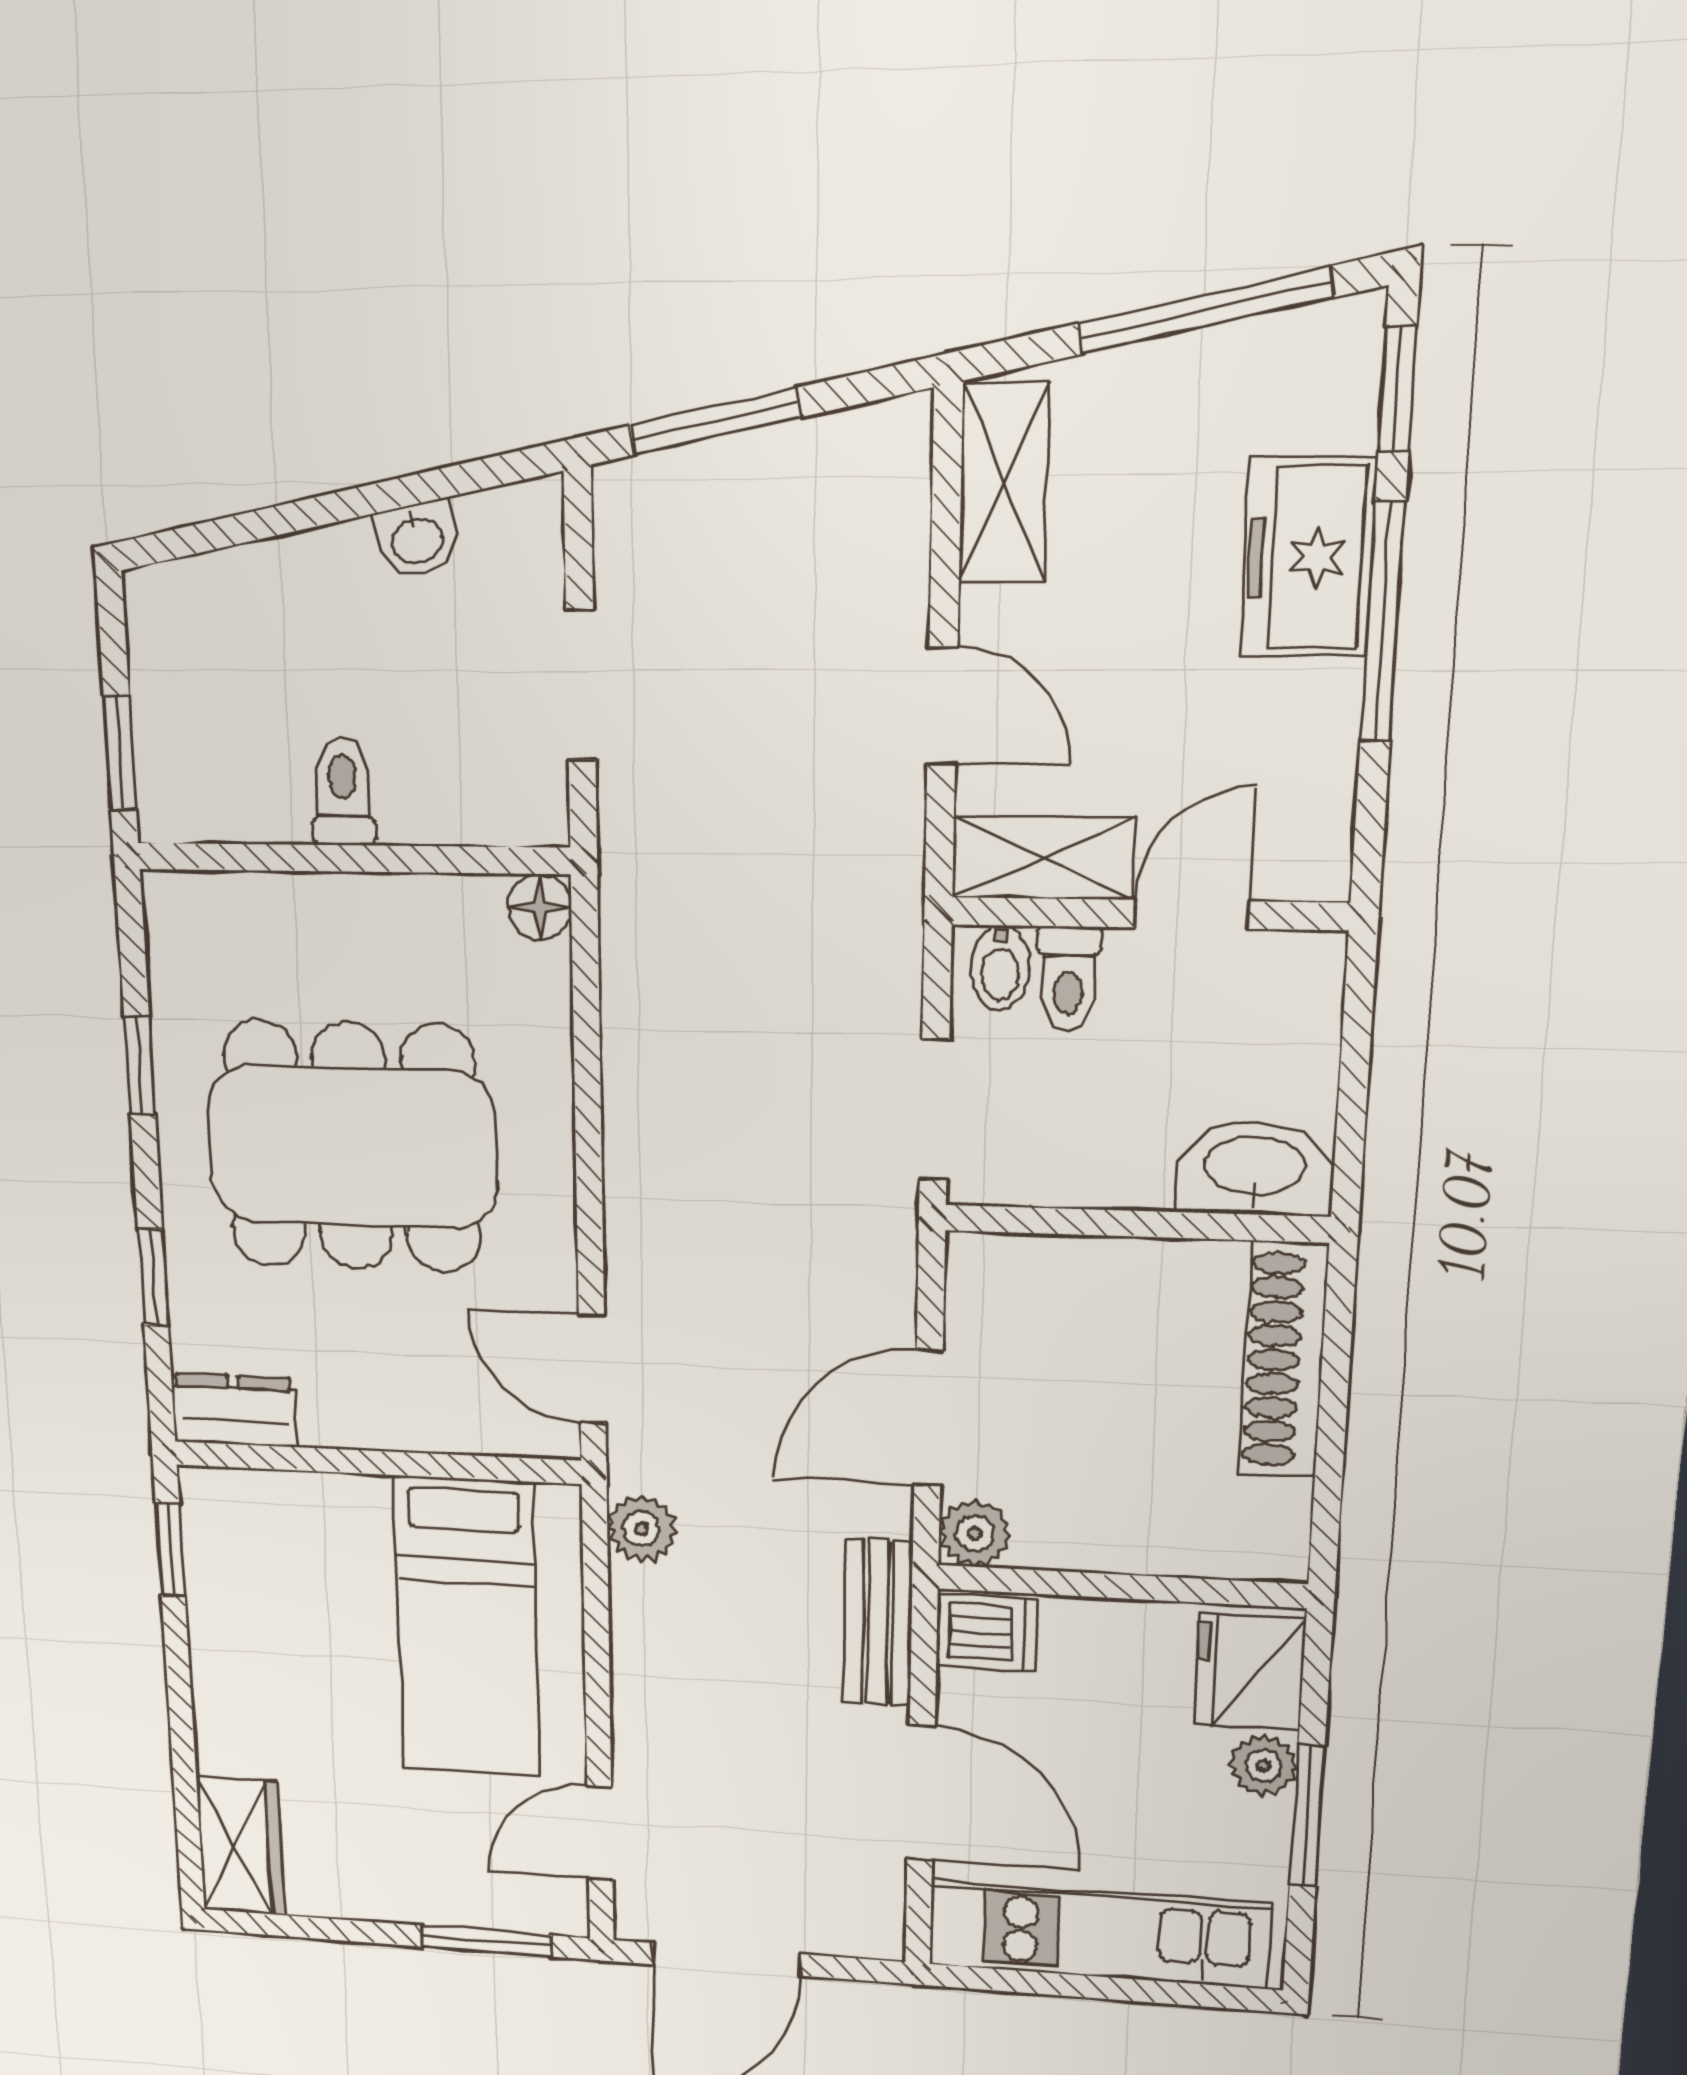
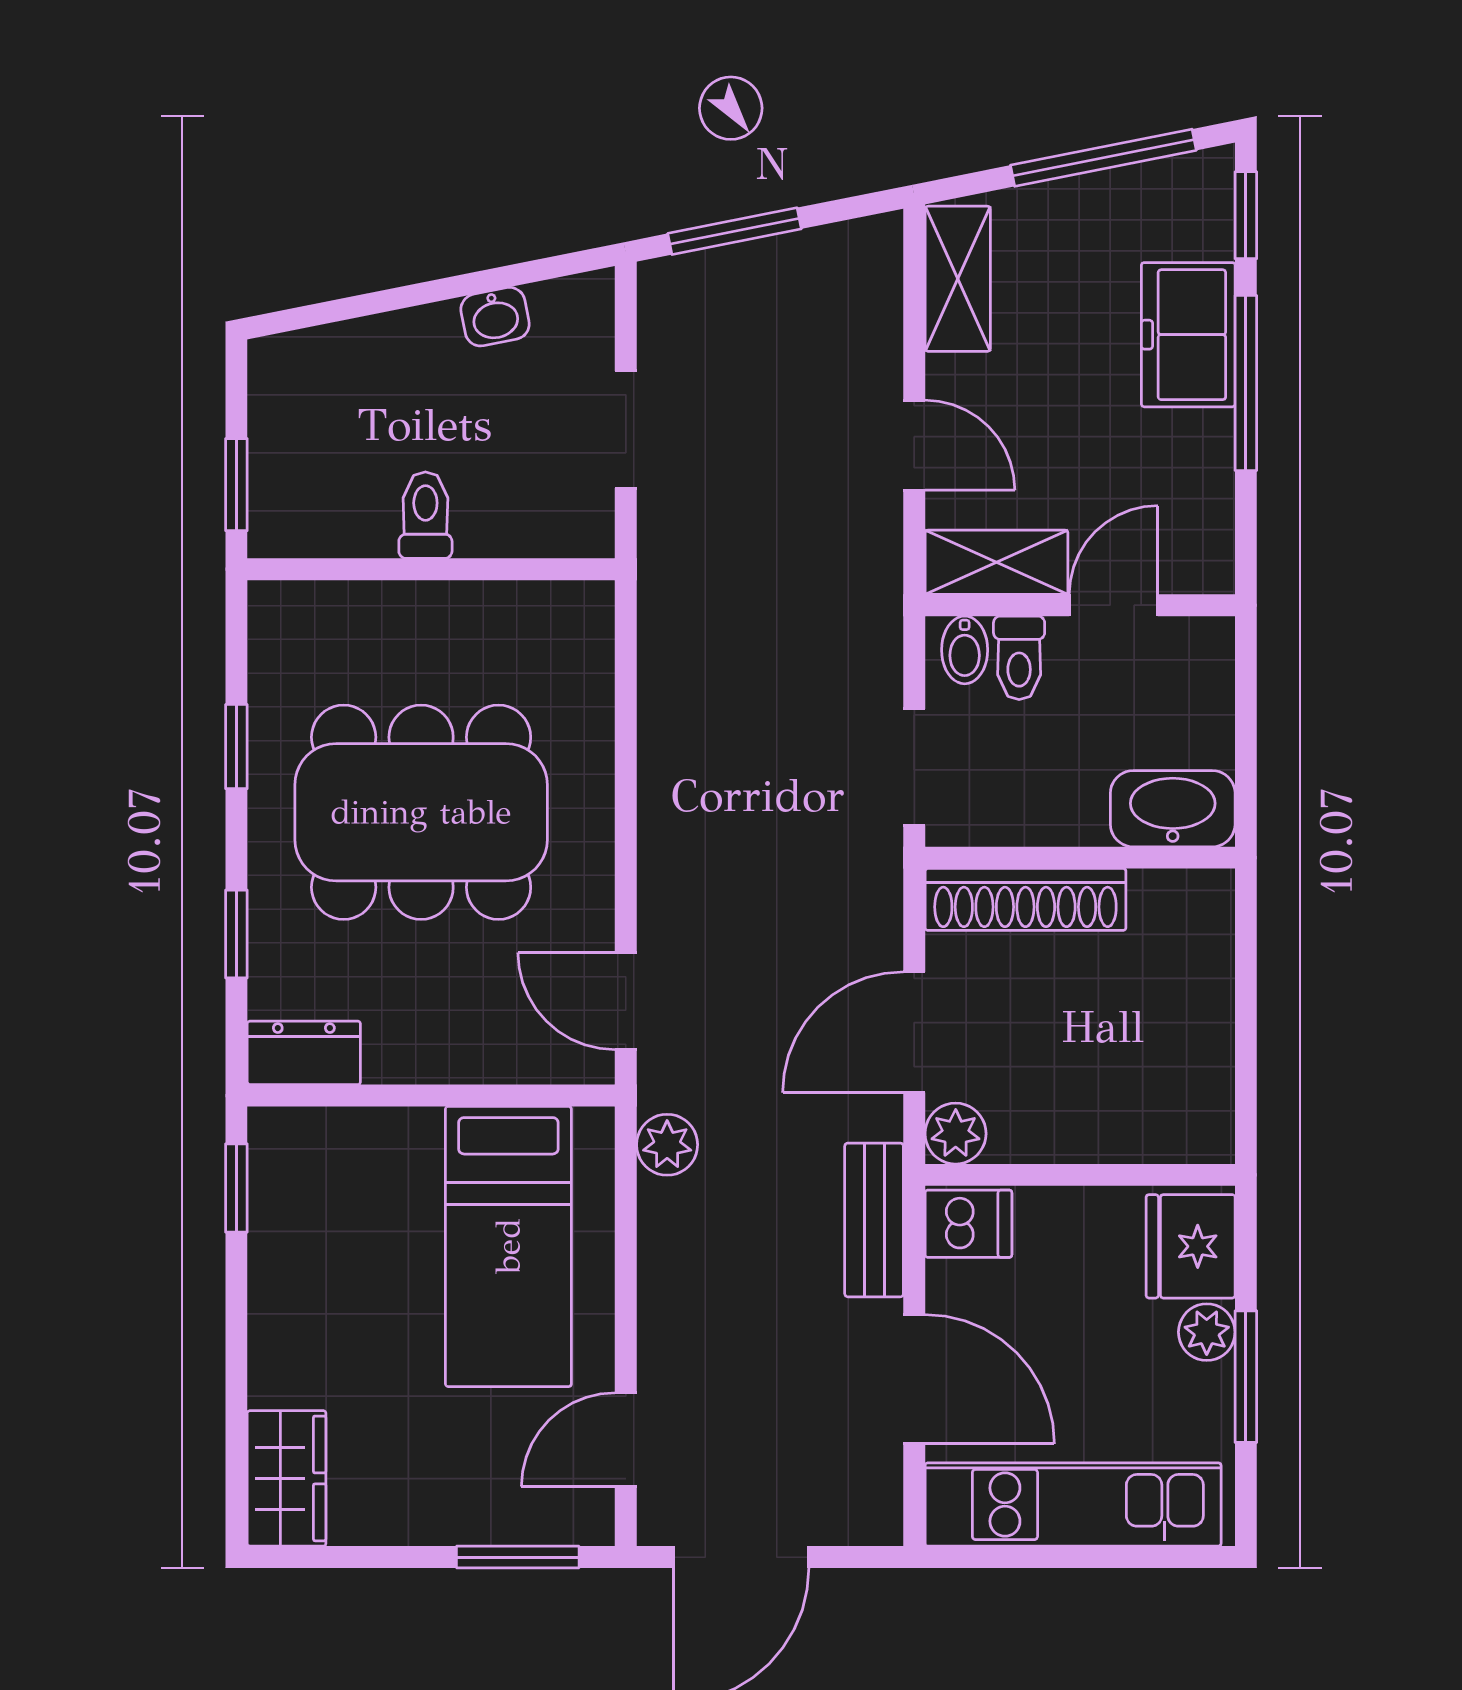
floor lamp: (540, 907) -> (588, 607), removed
shoe rack: (1284, 1360) -> (1025, 899), moved, turned -90

